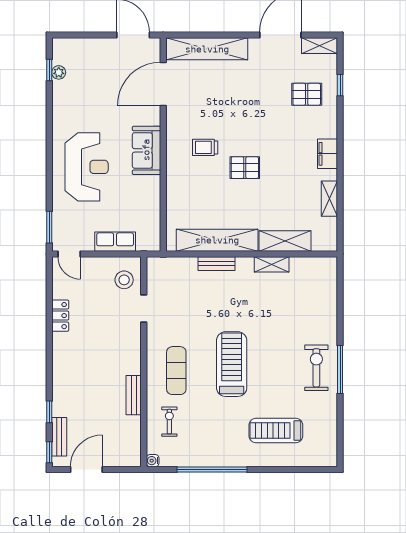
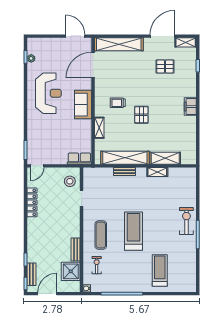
pallet: (307, 94) -> (165, 66), moved
reception desk: (87, 167) -> (48, 93), moved
pallet: (245, 168) -> (141, 115), turned 90
shelving: (329, 199) -> (99, 128), moved
row of seats: (115, 242) -> (79, 159), moved
door: (69, 254) -> (37, 166), hinge flipped
locker: (60, 316) -> (32, 202), width x1.53
exercise bike: (316, 368) -> (186, 221), moved
treadmill: (276, 430) -> (160, 271), turned 90
shower: (126, 432) -> (71, 271), added

